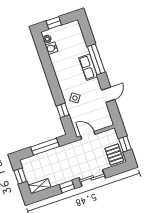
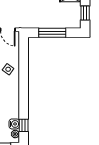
window: (63, 110) -> (24, 125), moved

